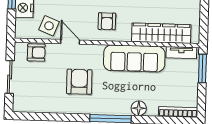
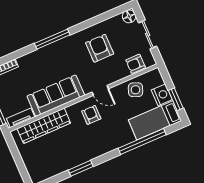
door: (70, 42) -> (100, 90), moved
armchair: (79, 82) -> (100, 48), moved, turned 180
floor lamp: (139, 108) -> (129, 16), moved

